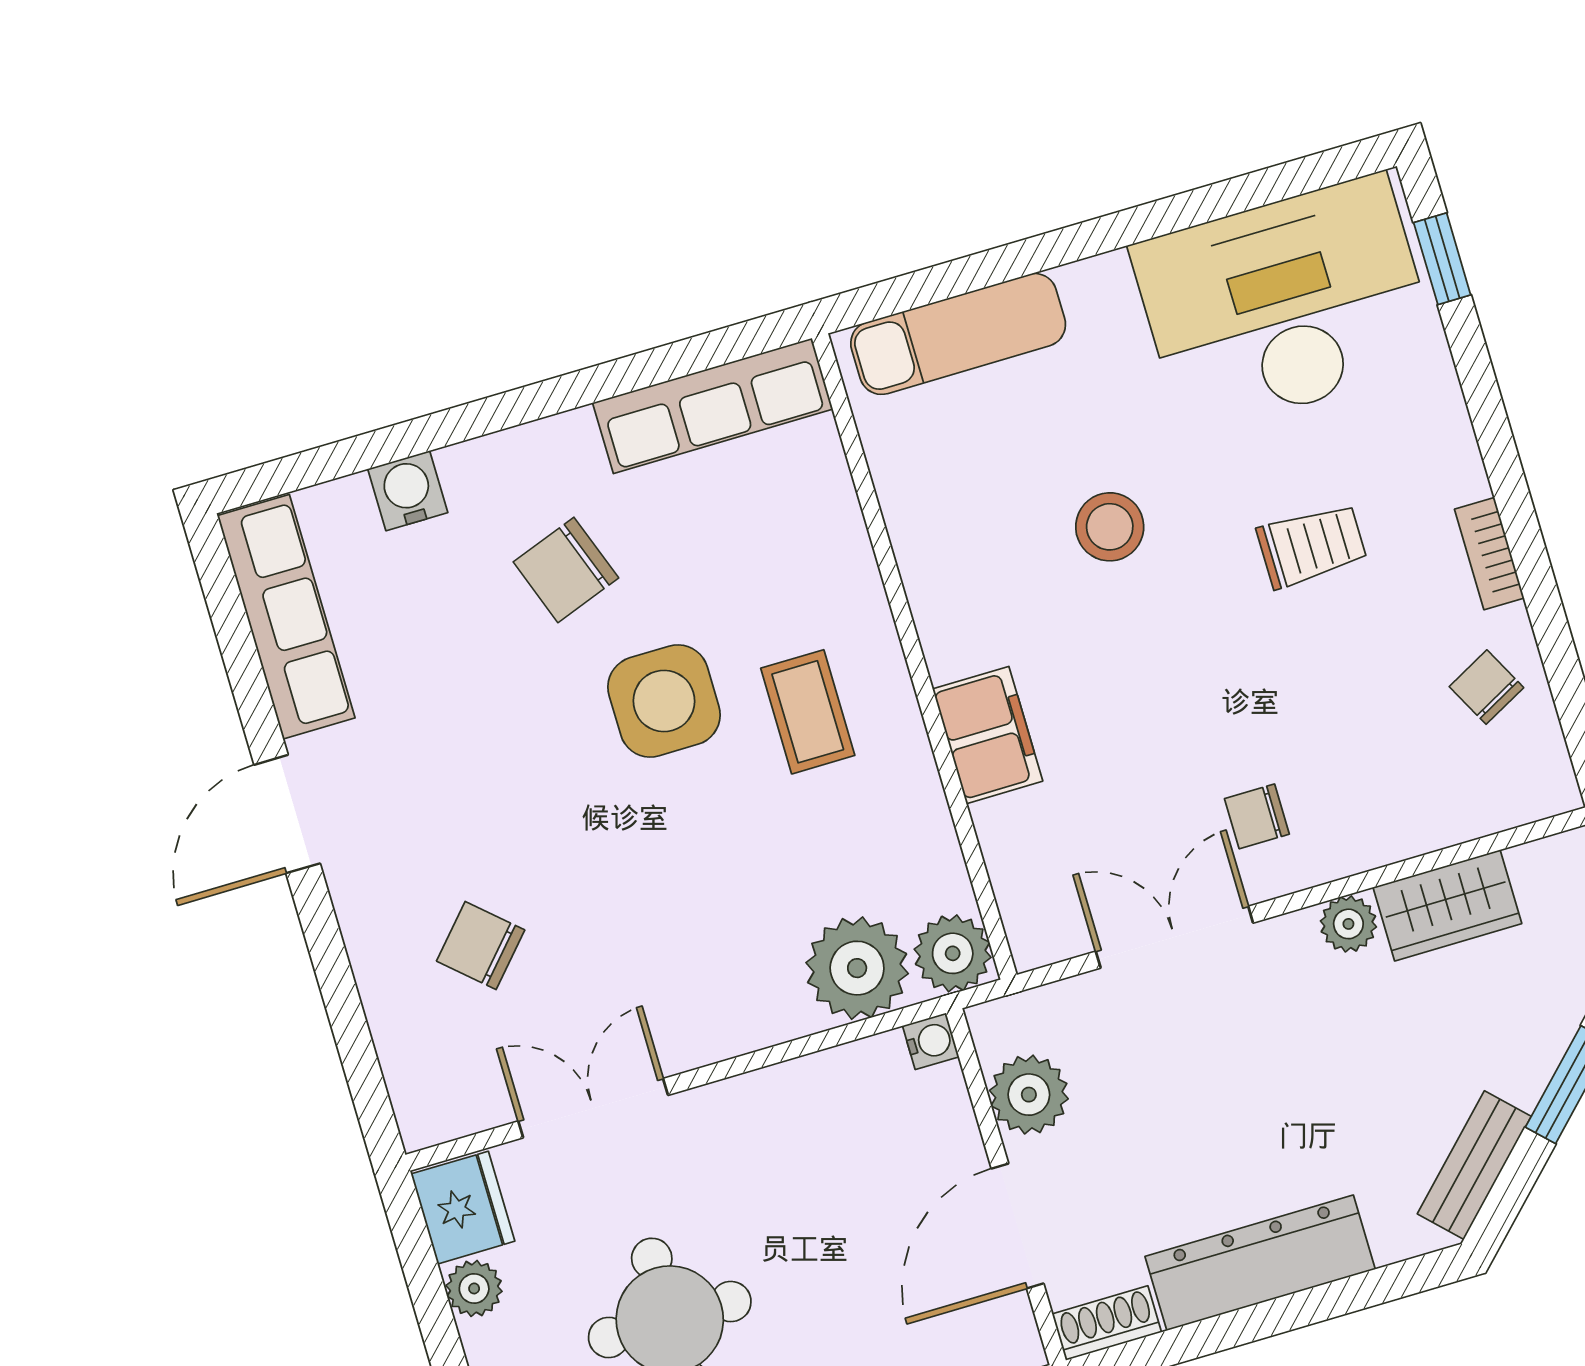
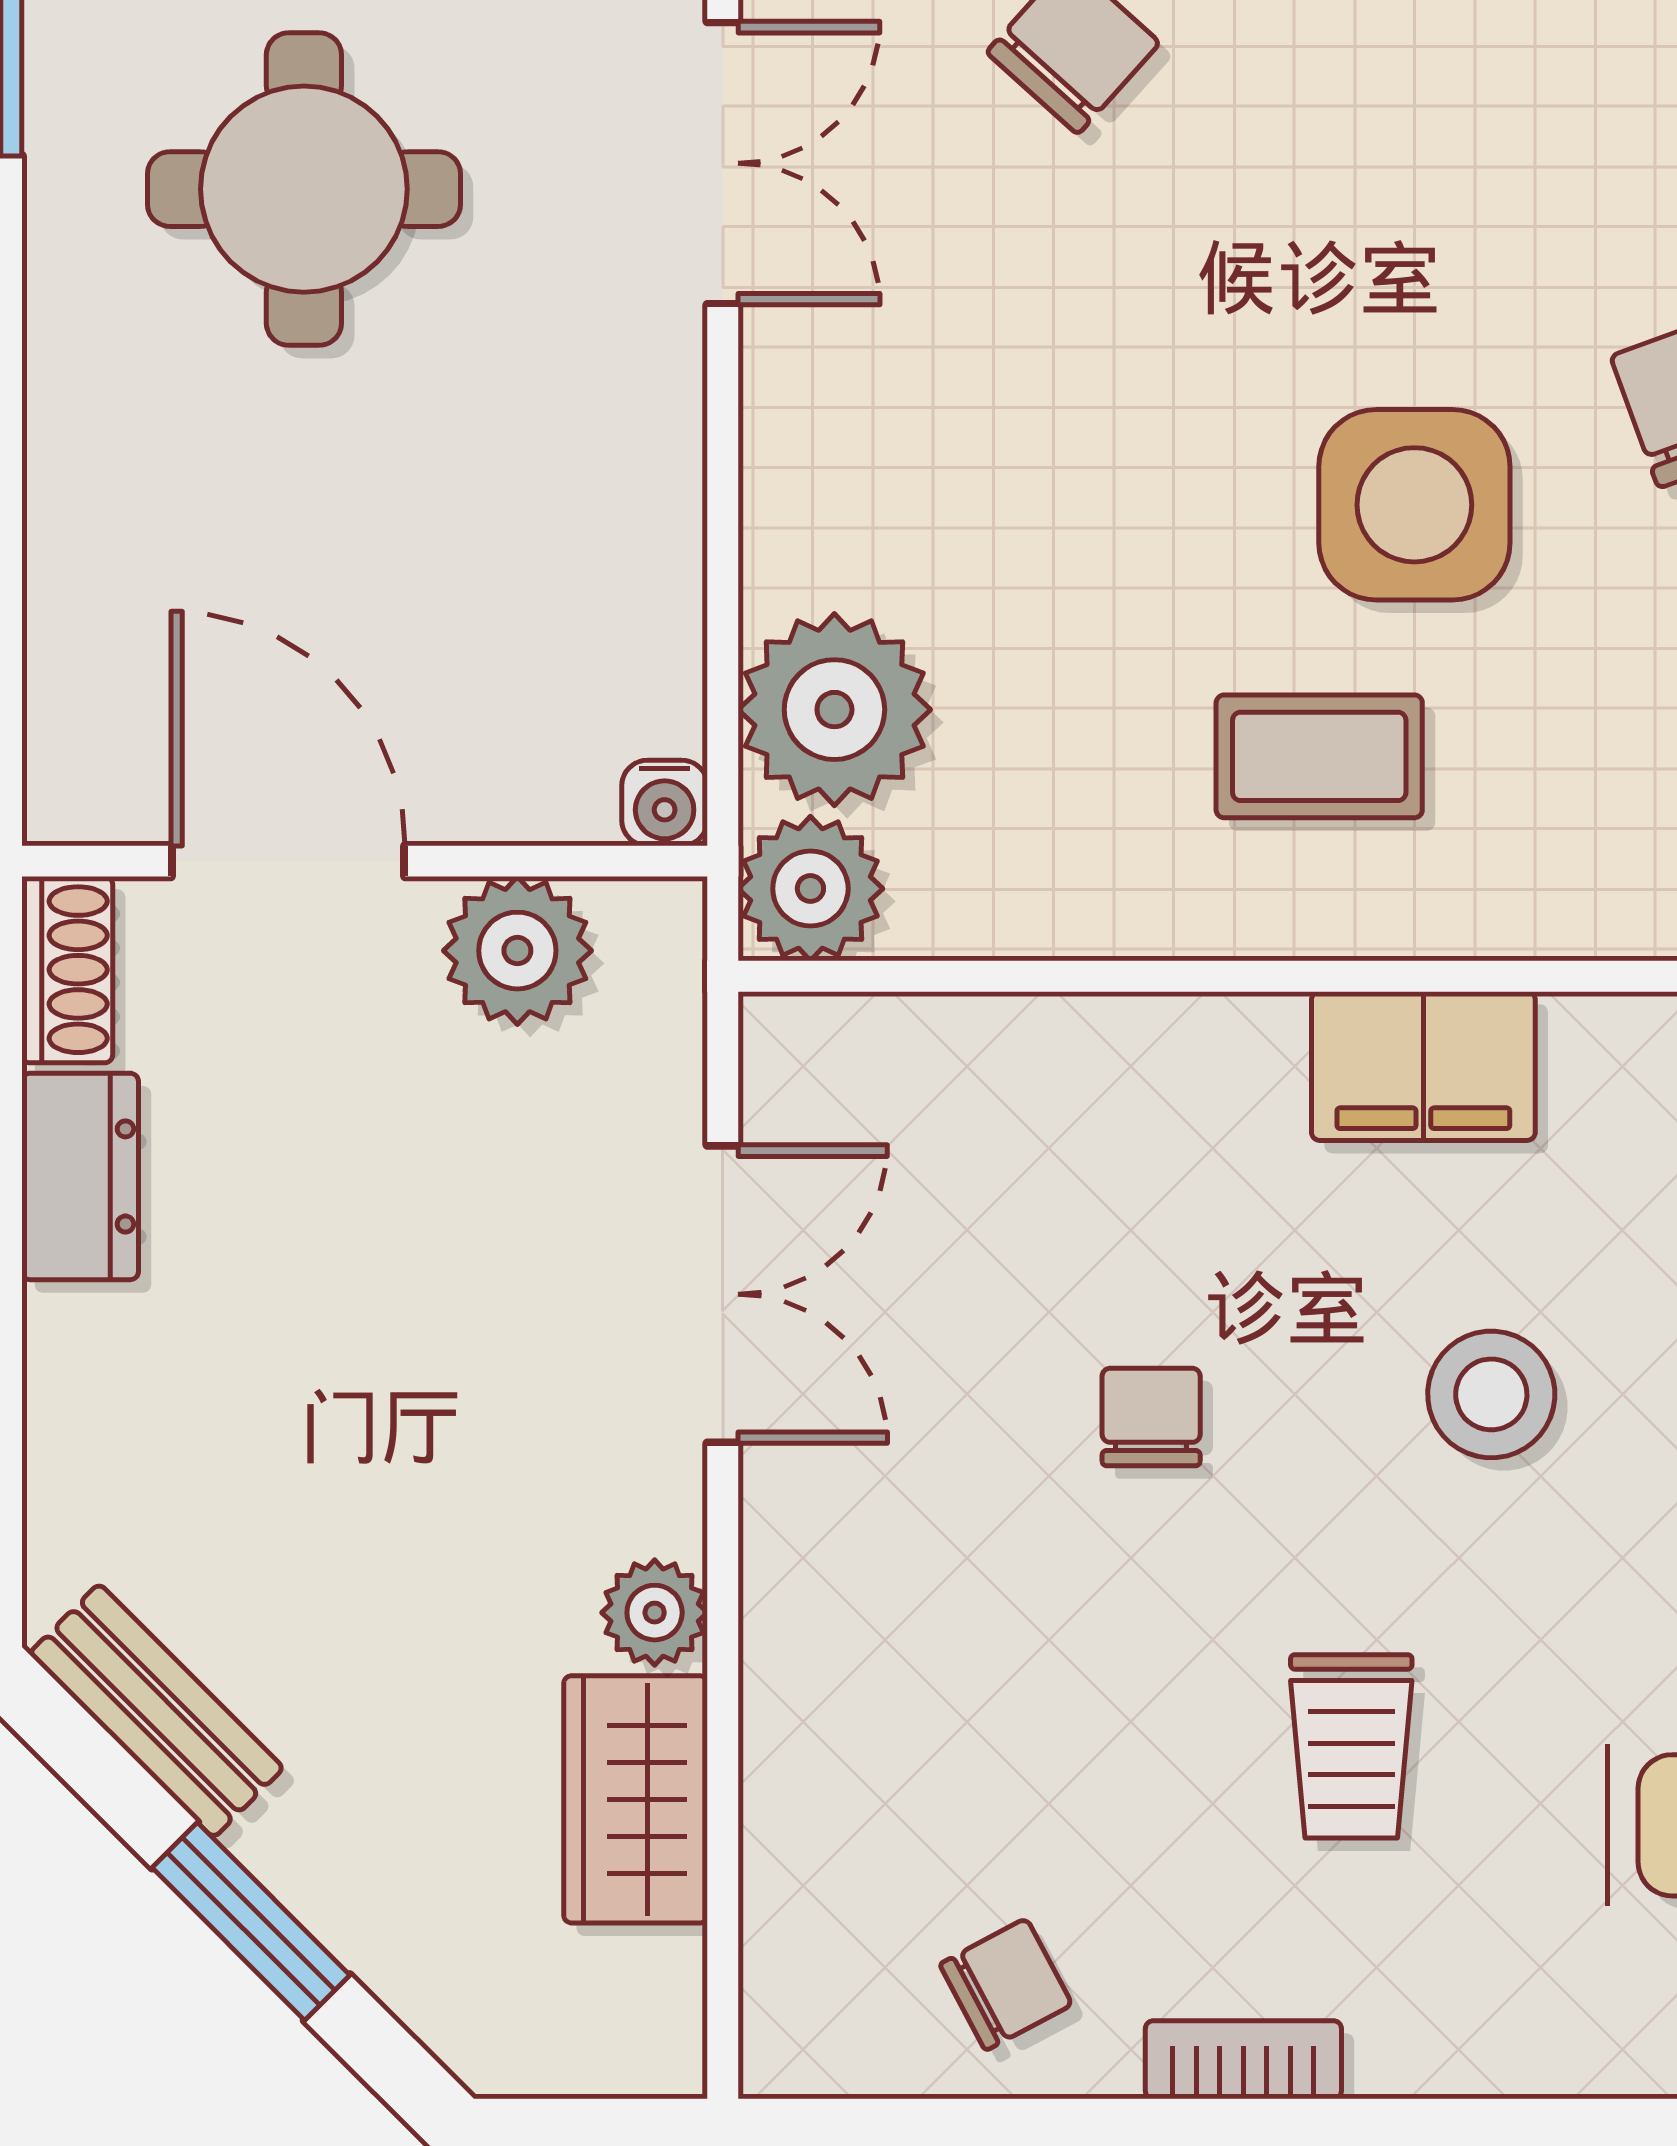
filing cabinet: (988, 735) -> (1423, 1066), moved
chair: (1257, 816) -> (1151, 1417), moved
dresser: (1260, 1263) -> (80, 1176), width x0.51, depth x0.80

